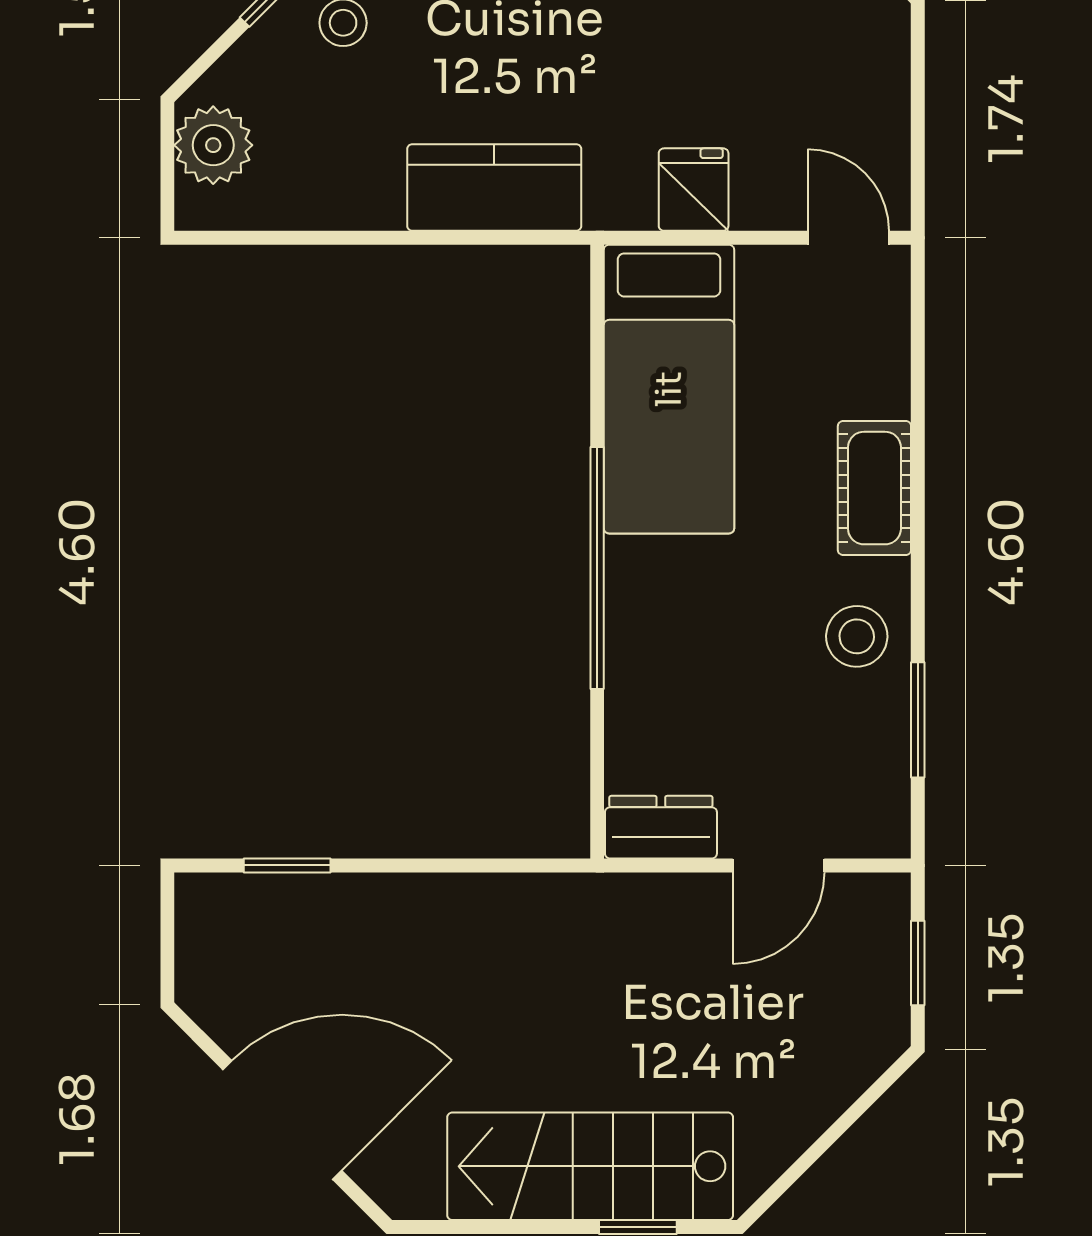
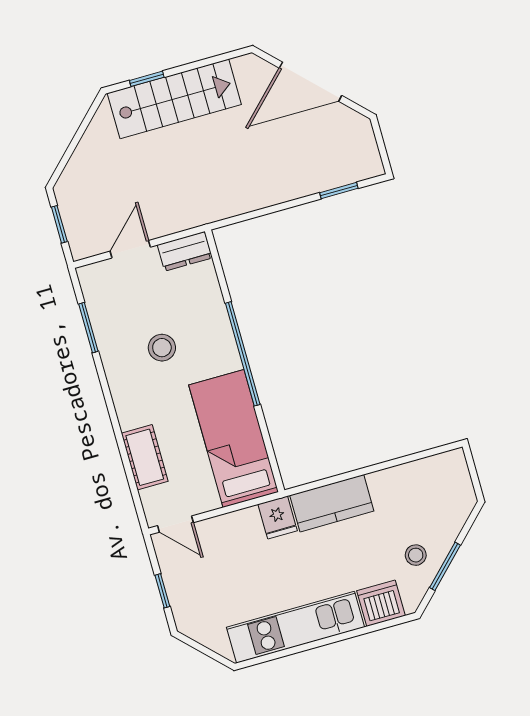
window: (918, 100) -> (162, 591), added
plant: (213, 145) -> (456, 488), removed
fridge: (694, 190) -> (278, 517), moved
cot: (874, 488) -> (145, 457), moved
stool: (857, 636) -> (162, 348), moved

